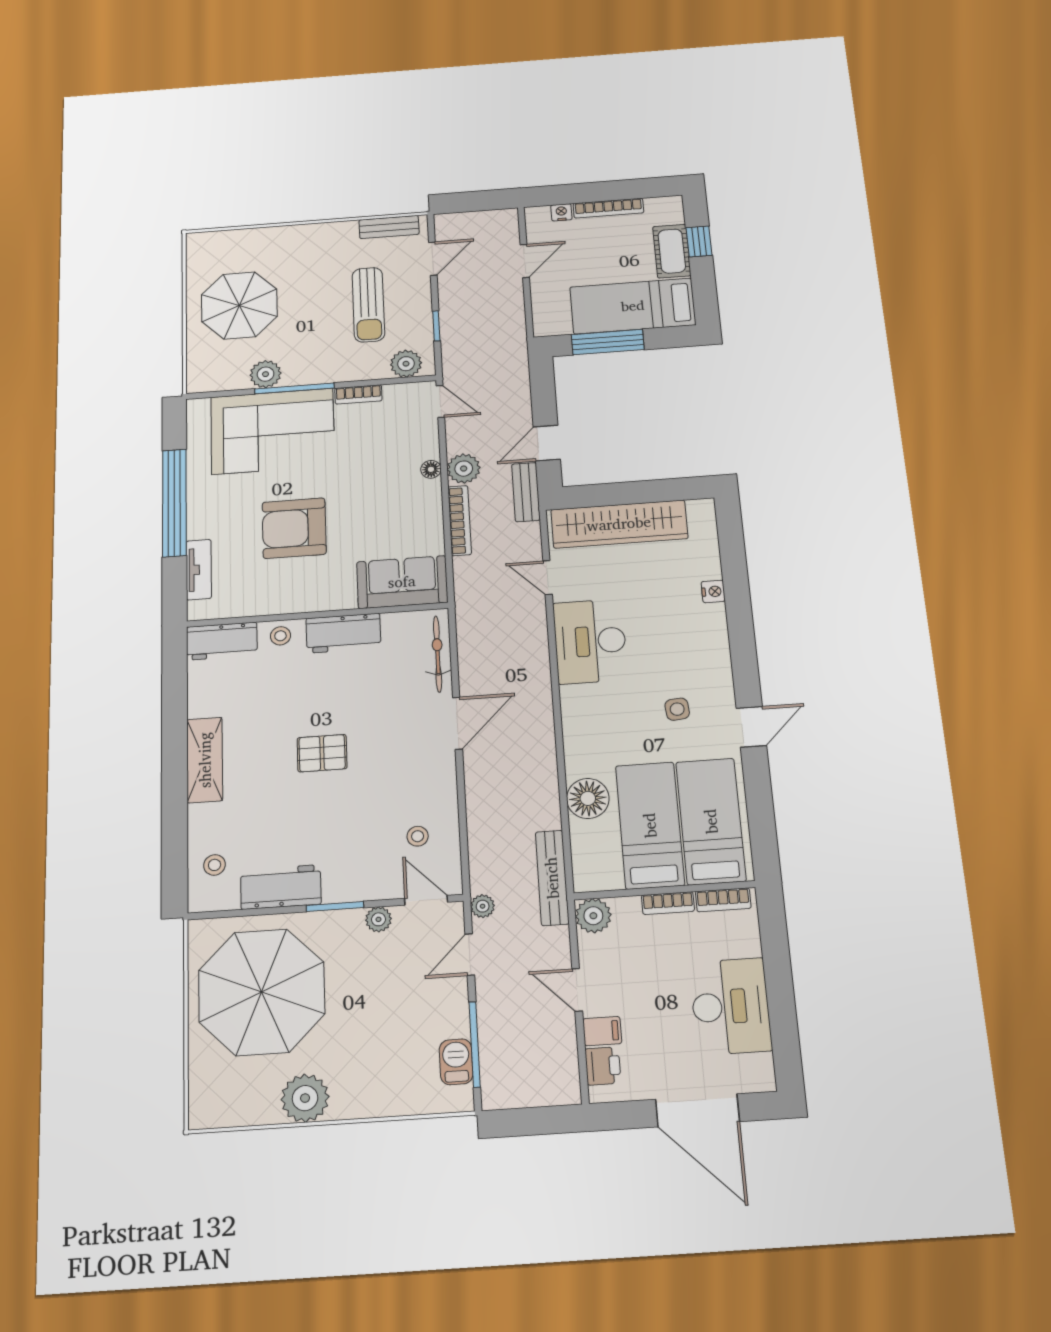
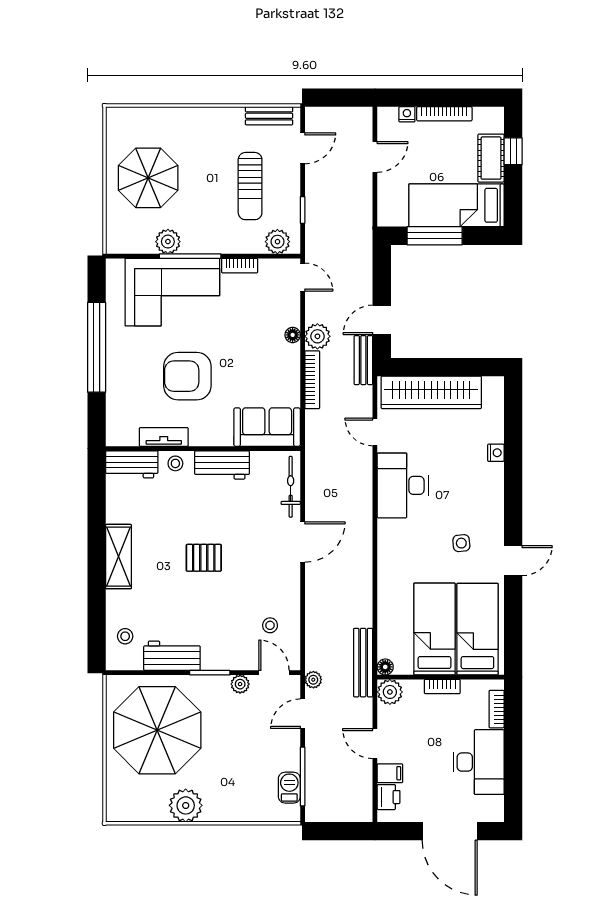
tv unit: (199, 570) -> (164, 437), moved, turned -90
floor lamp: (588, 798) -> (385, 667), moved, width x0.53, depth x0.53
bookcase: (723, 900) -> (497, 709), moved, turned 90

